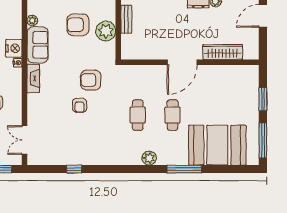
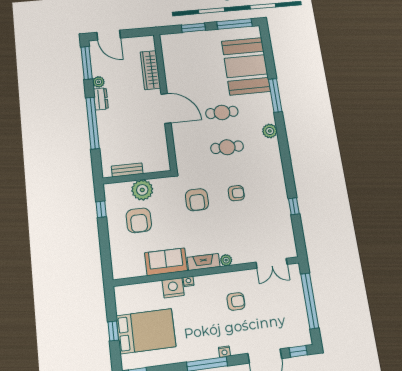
plant: (32, 20) -> (226, 260), moved
armchair: (80, 105) -> (236, 193), moved

